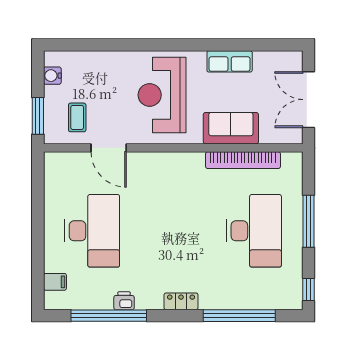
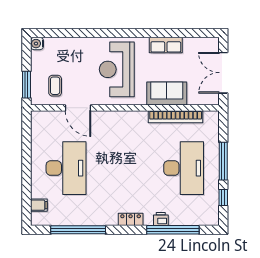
water cooler: (52, 76) -> (37, 44), moved
window: (309, 290) -> (223, 197), moved
printer: (124, 301) -> (161, 219), moved

